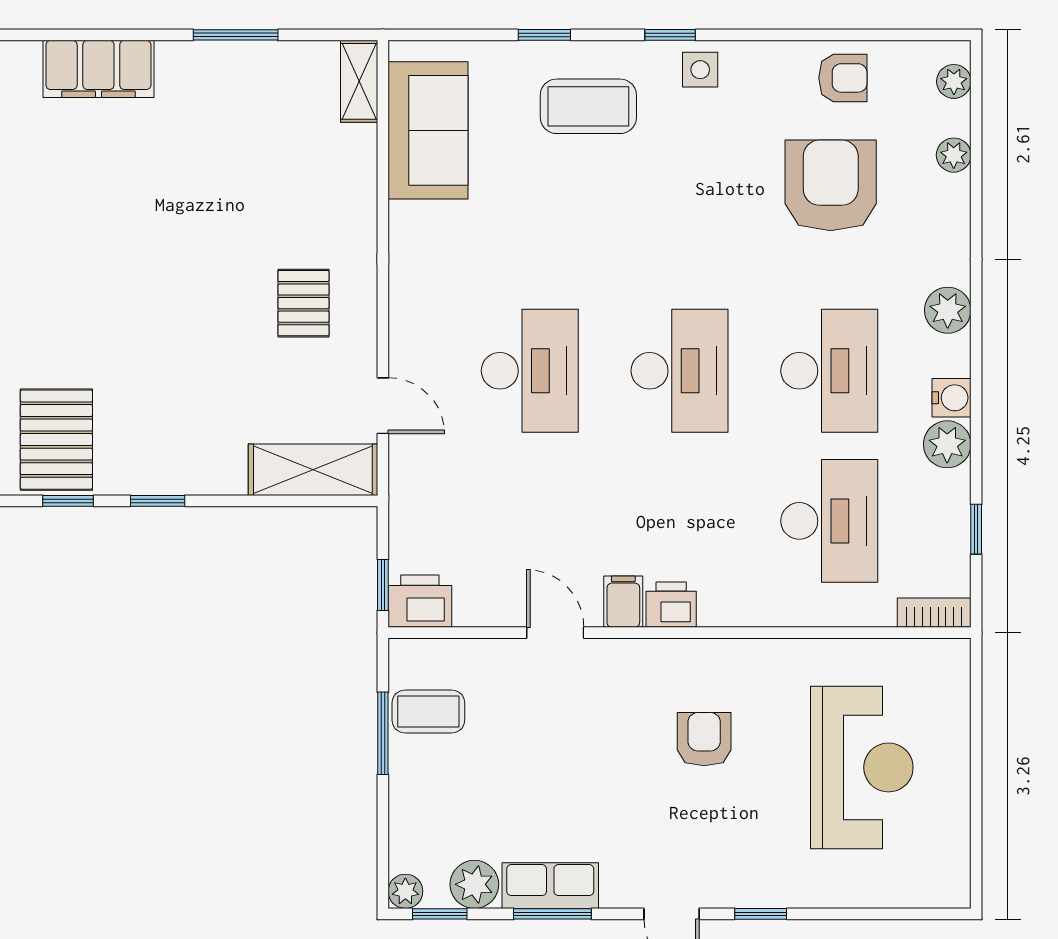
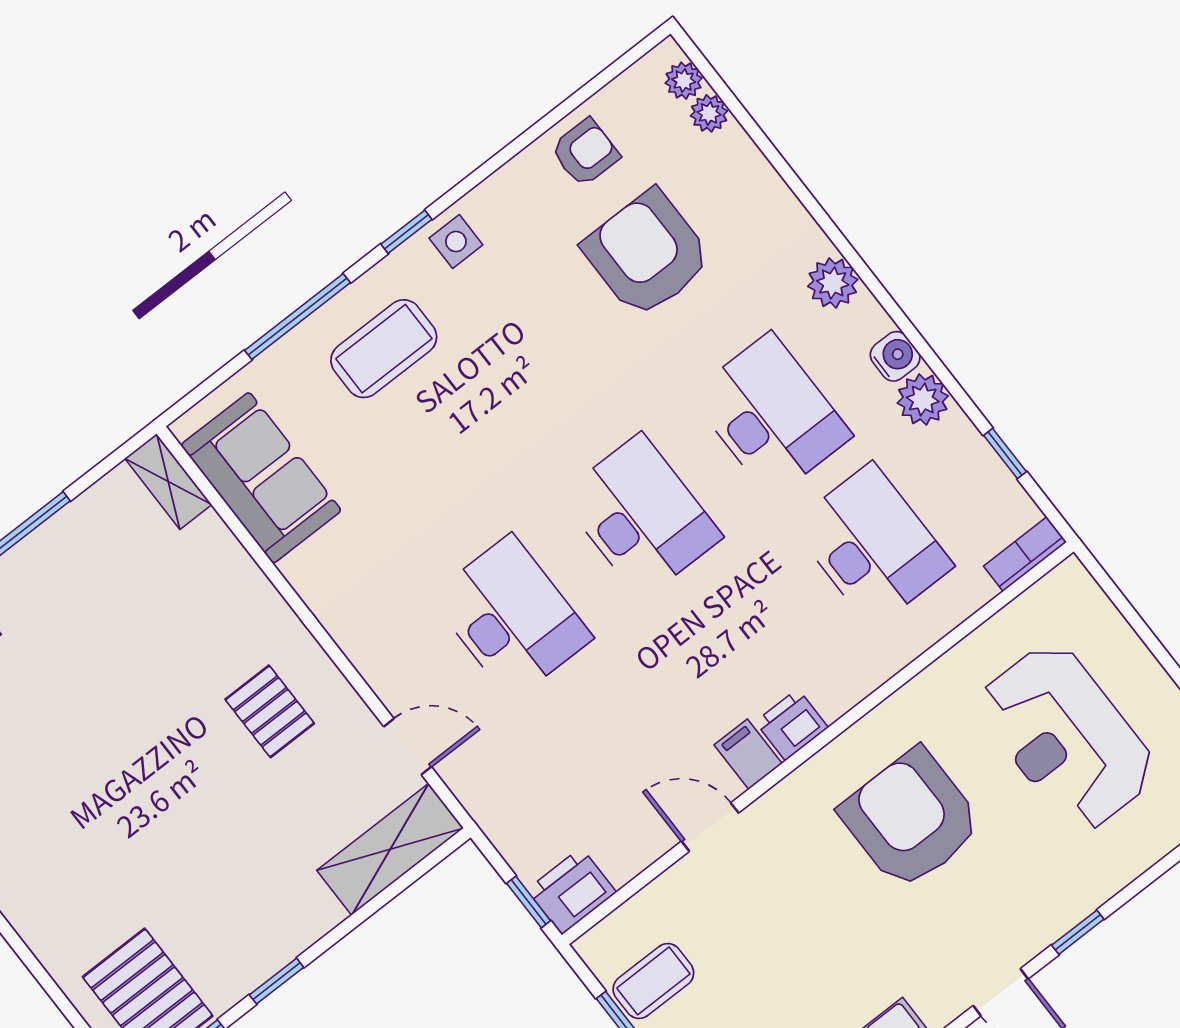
window: (544, 35) -> (298, 317), width x2.17
plant: (954, 155) -> (709, 113), moved
armchair: (704, 739) -> (911, 819), width x1.88, depth x1.88
reception desk: (862, 767) -> (1067, 737), turned 180

